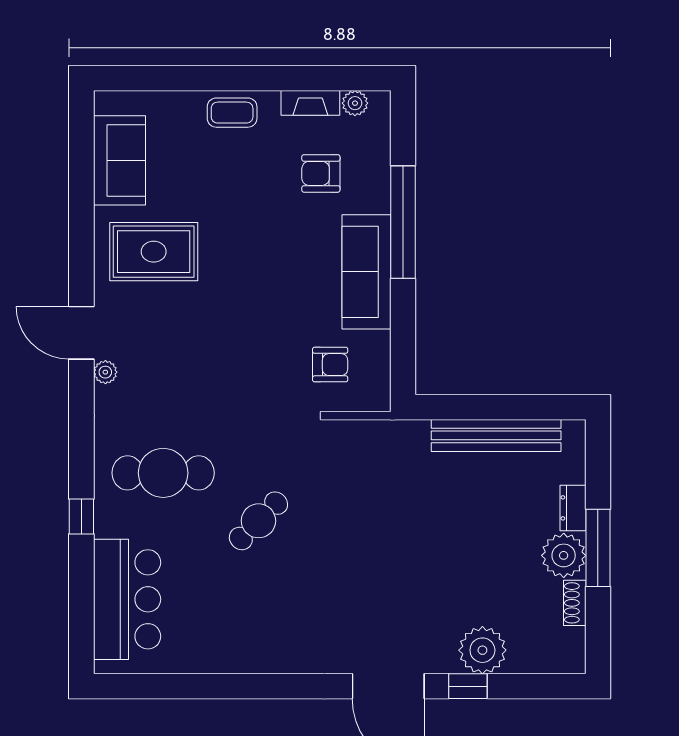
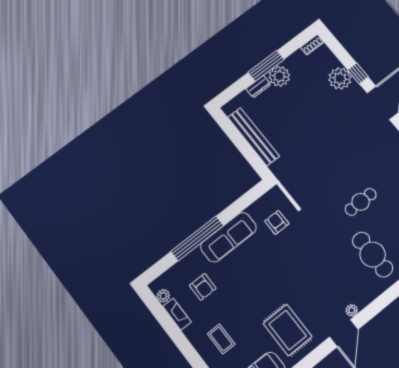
coffee table: (232, 113) -> (221, 339), moved
cafe table: (258, 521) -> (361, 202), turned -45
shoe rack: (575, 603) -> (312, 45), moved

